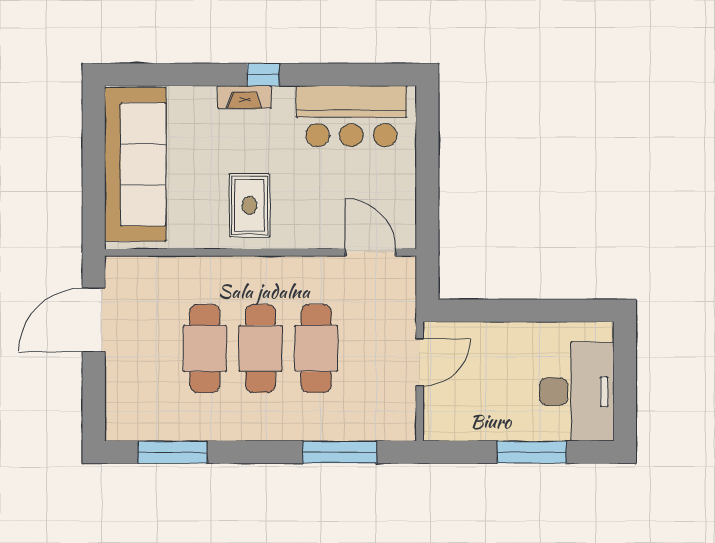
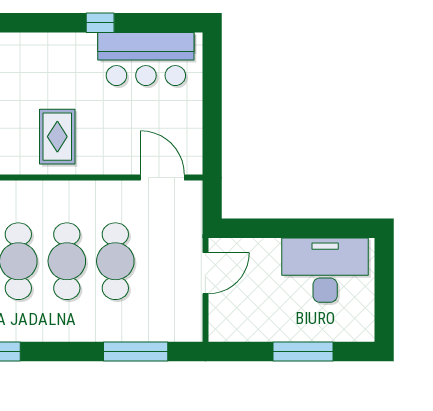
window: (263, 75) -> (100, 23), moved
fireplace: (244, 97) -> (53, 42), removed
desk: (577, 392) -> (325, 270), moved, turned -90

